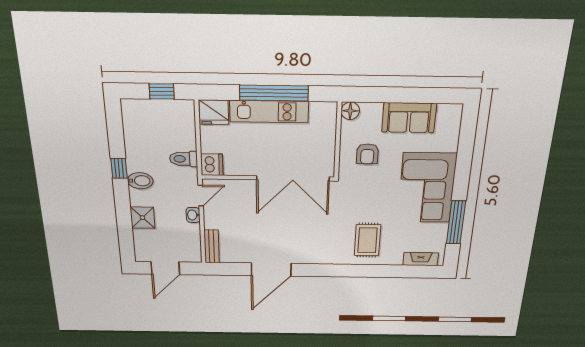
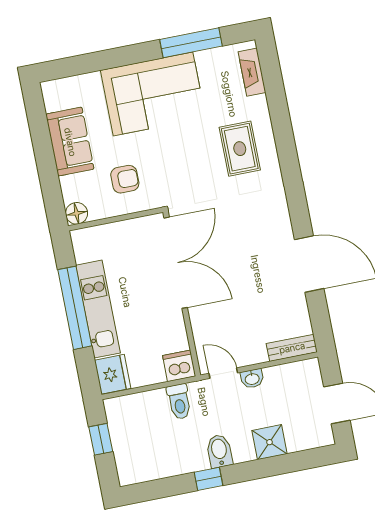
rug: (367, 240) -> (240, 149), turned 90

